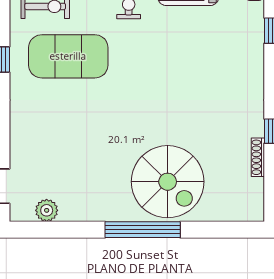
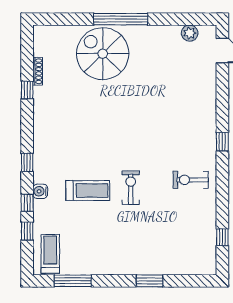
exercise mat: (68, 56) -> (174, 144), removed

